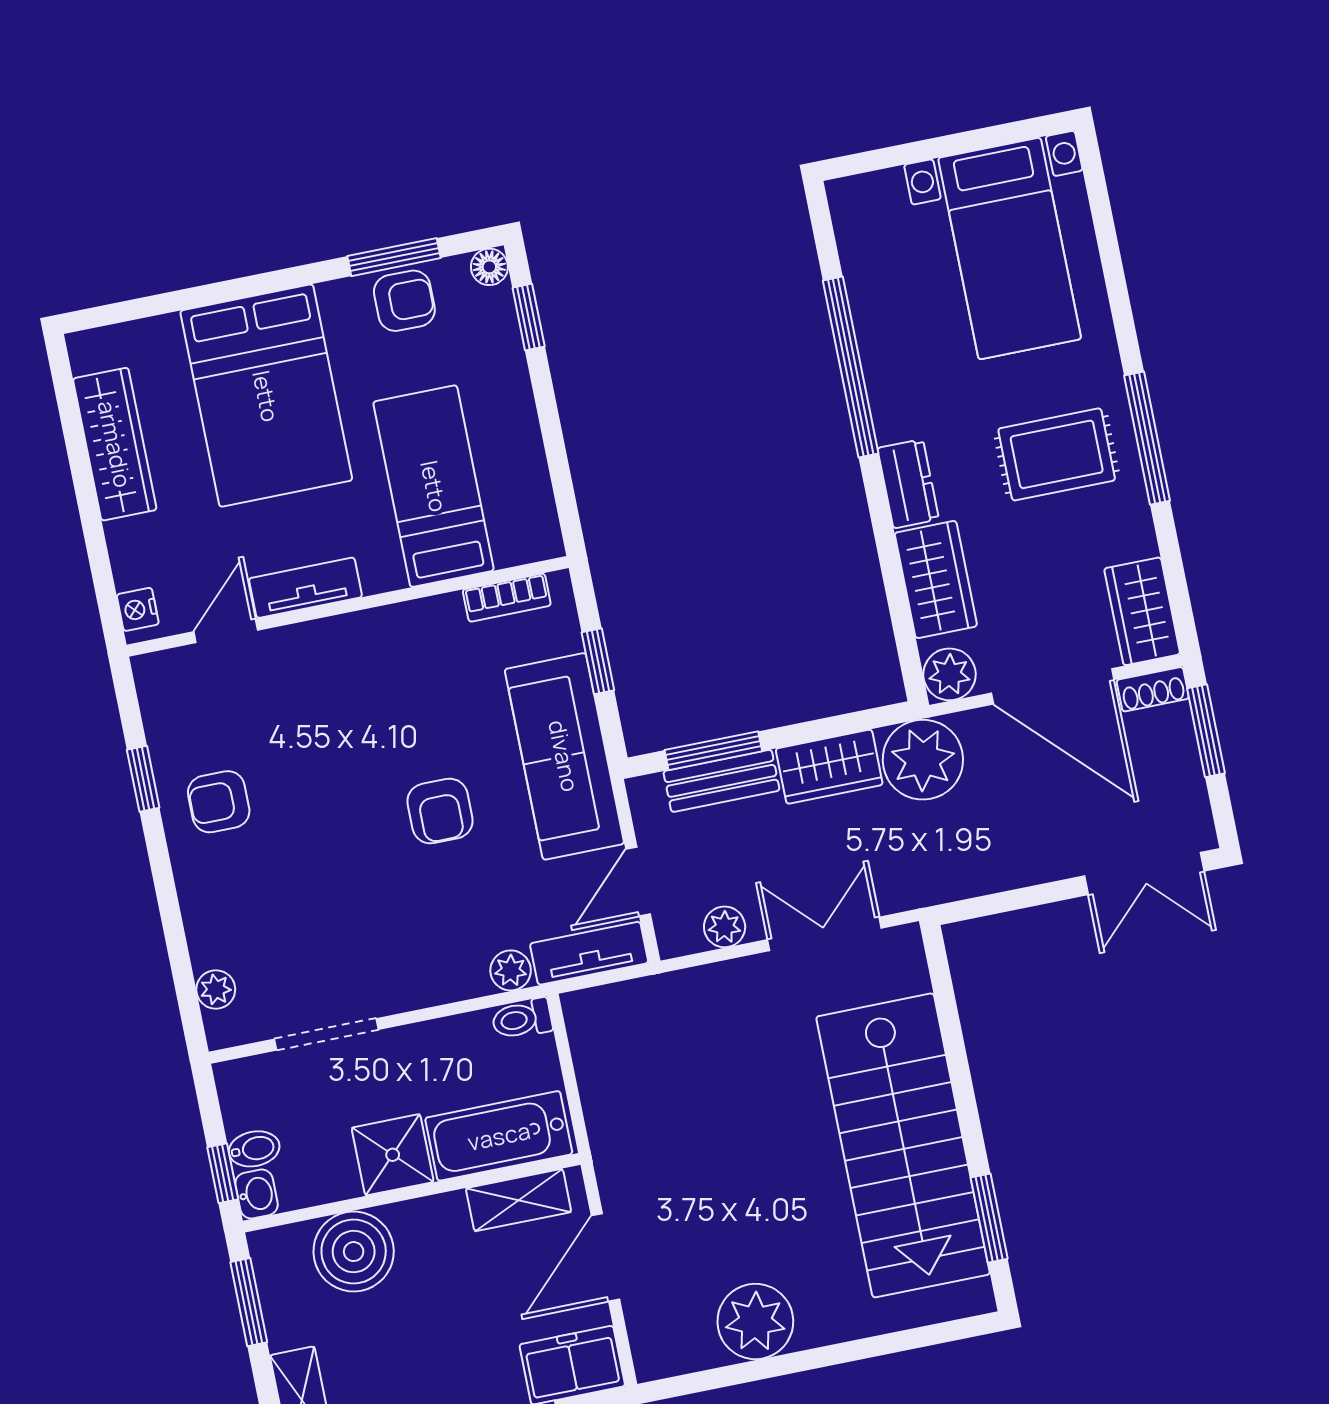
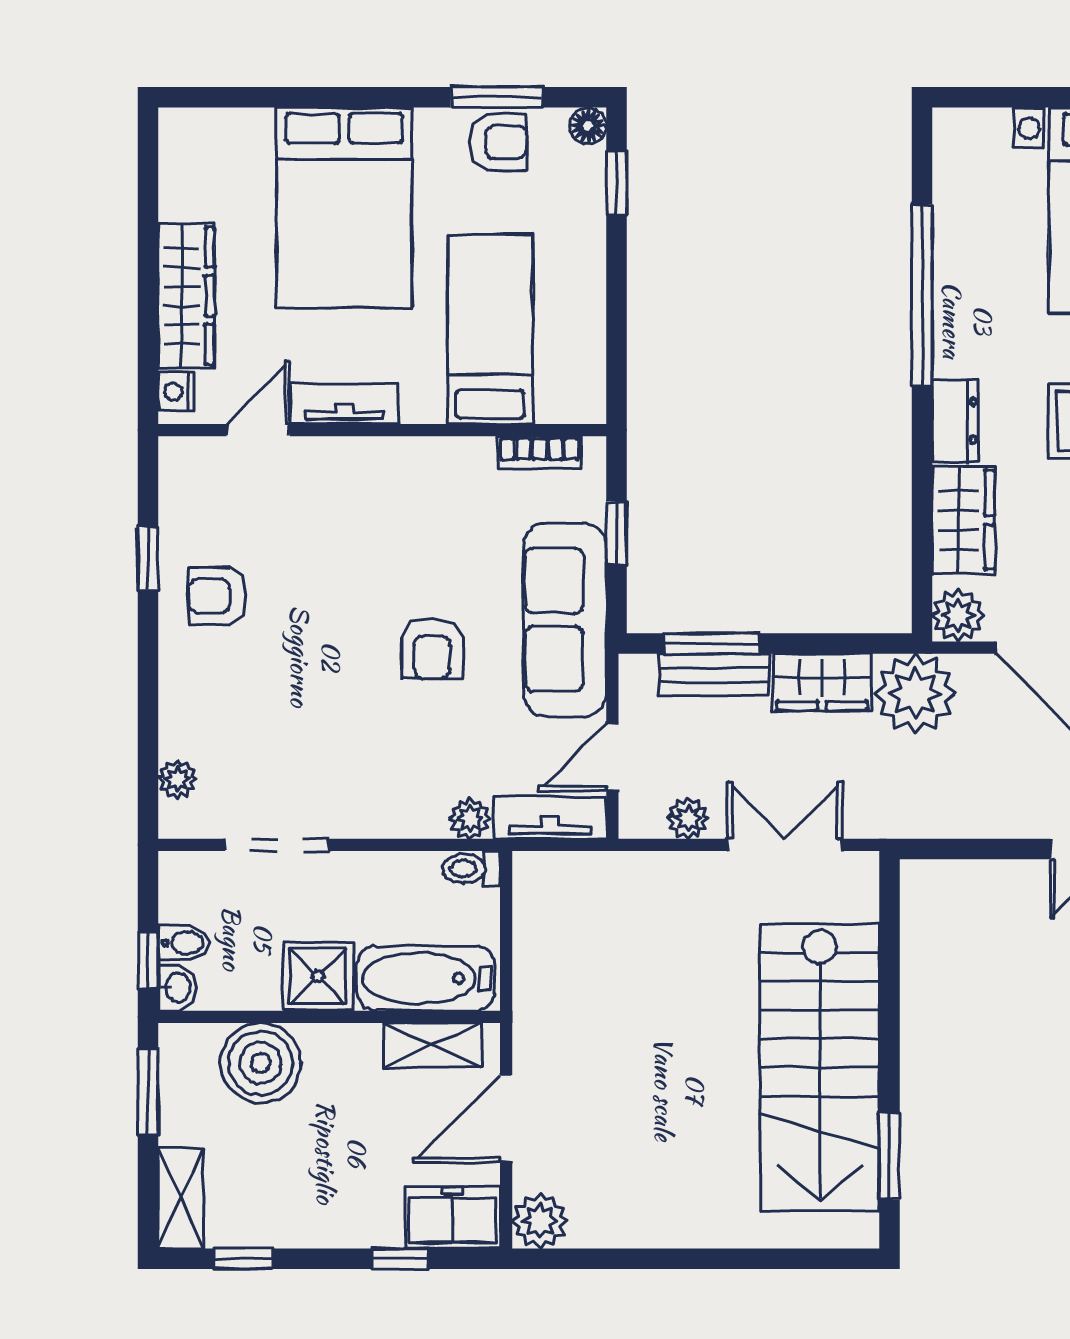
wardrobe: (115, 444) -> (186, 296), moved
plant: (755, 1321) -> (540, 1221), moved, width x0.73, depth x0.73

